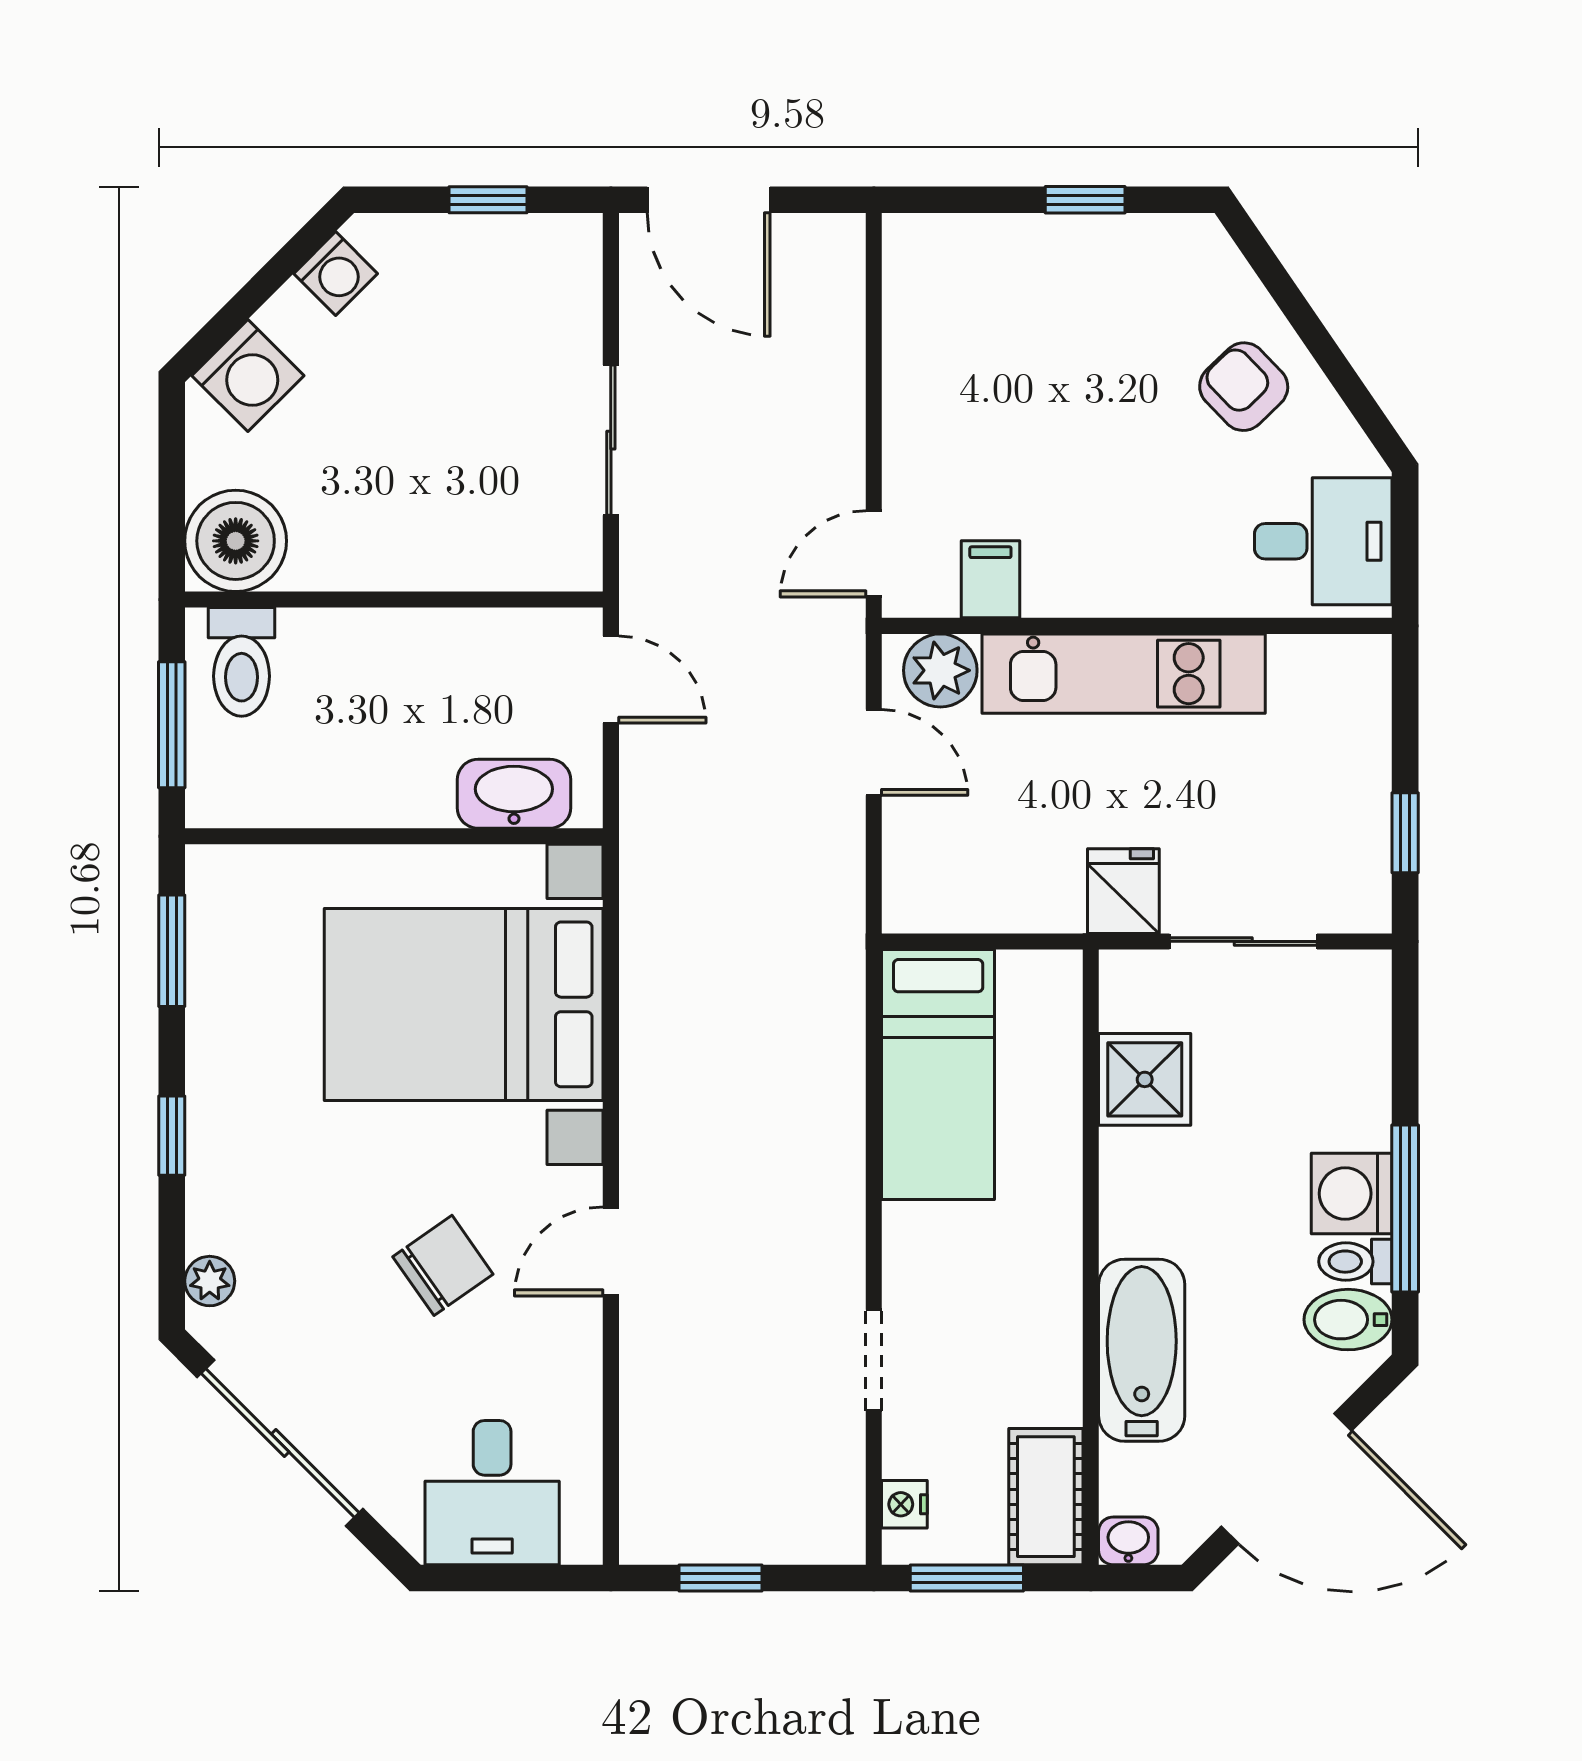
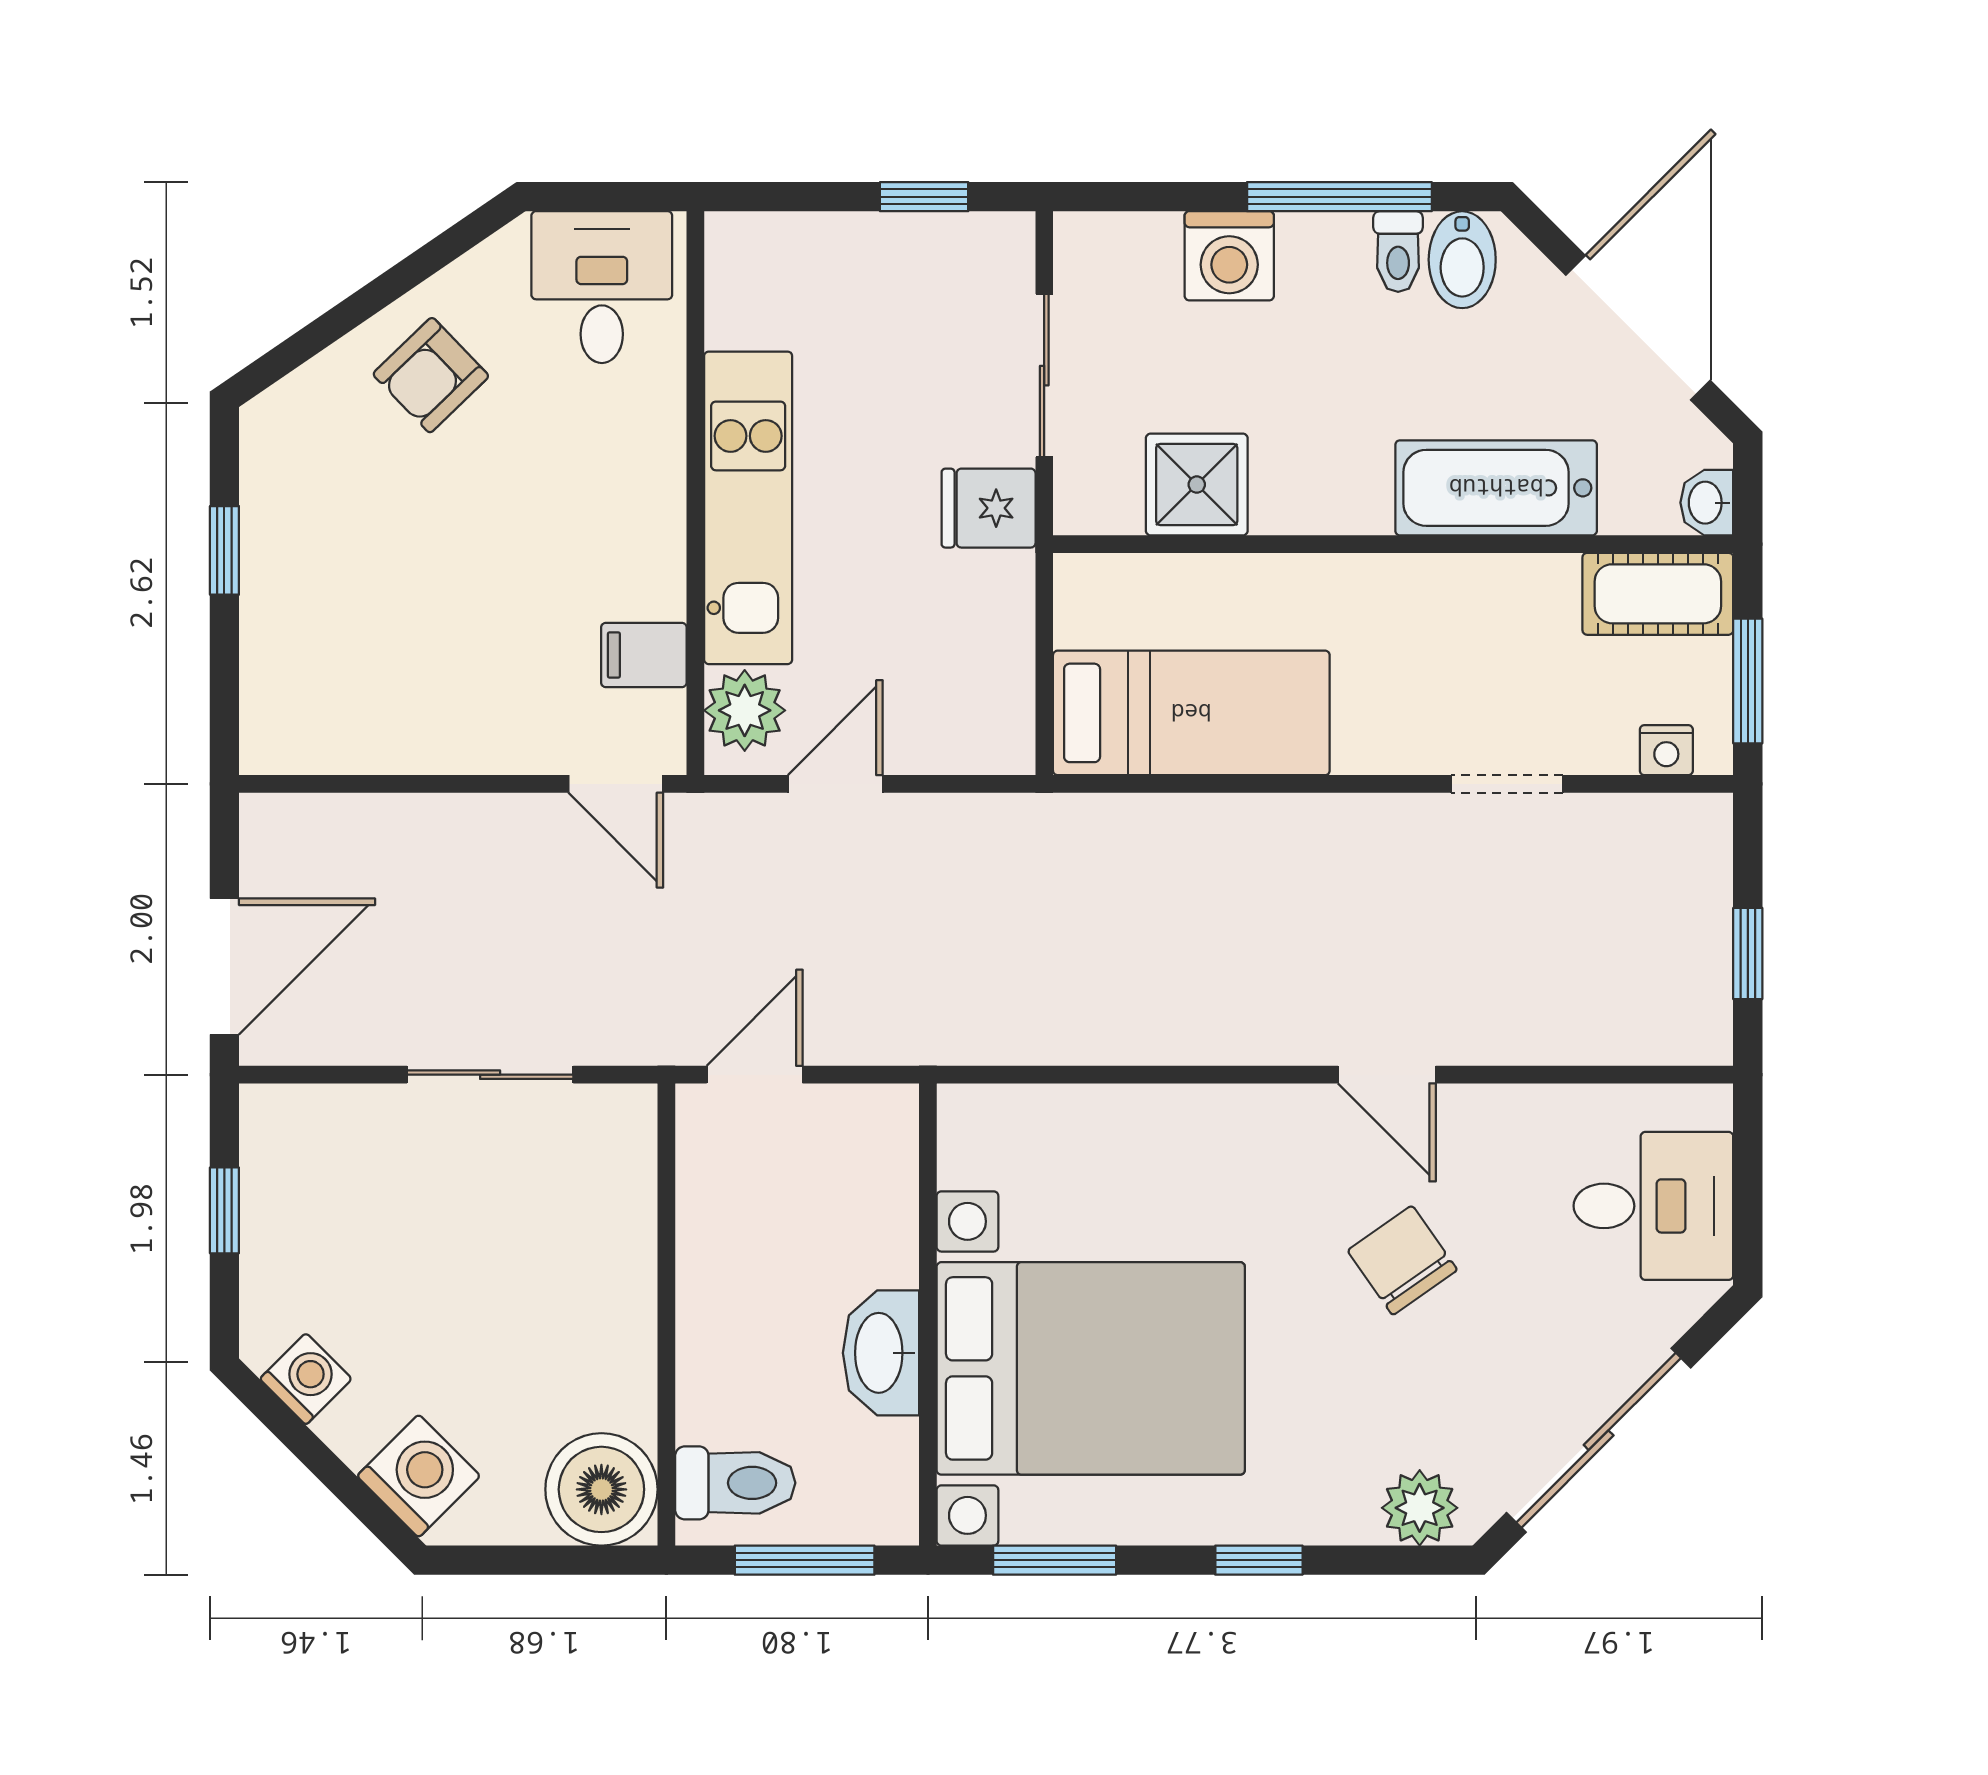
washbasin: (514, 794) -> (881, 1353), moved
bed with nightstands: (464, 1004) -> (1091, 1368), moved, turned -90
washing machine: (1352, 1194) -> (1229, 256), moved
plant: (210, 1281) -> (1420, 1508), width x1.38, depth x1.38

